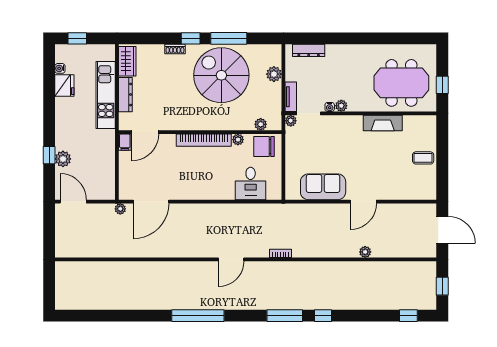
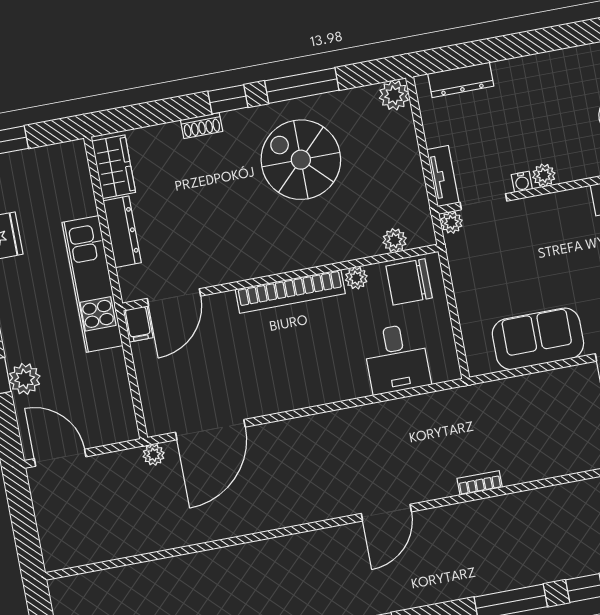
plant: (274, 74) -> (394, 95), moved
spiral stairs: (221, 75) -> (301, 160), width x0.73, depth x0.73
kitchen unit: (106, 95) -> (92, 284), moved

